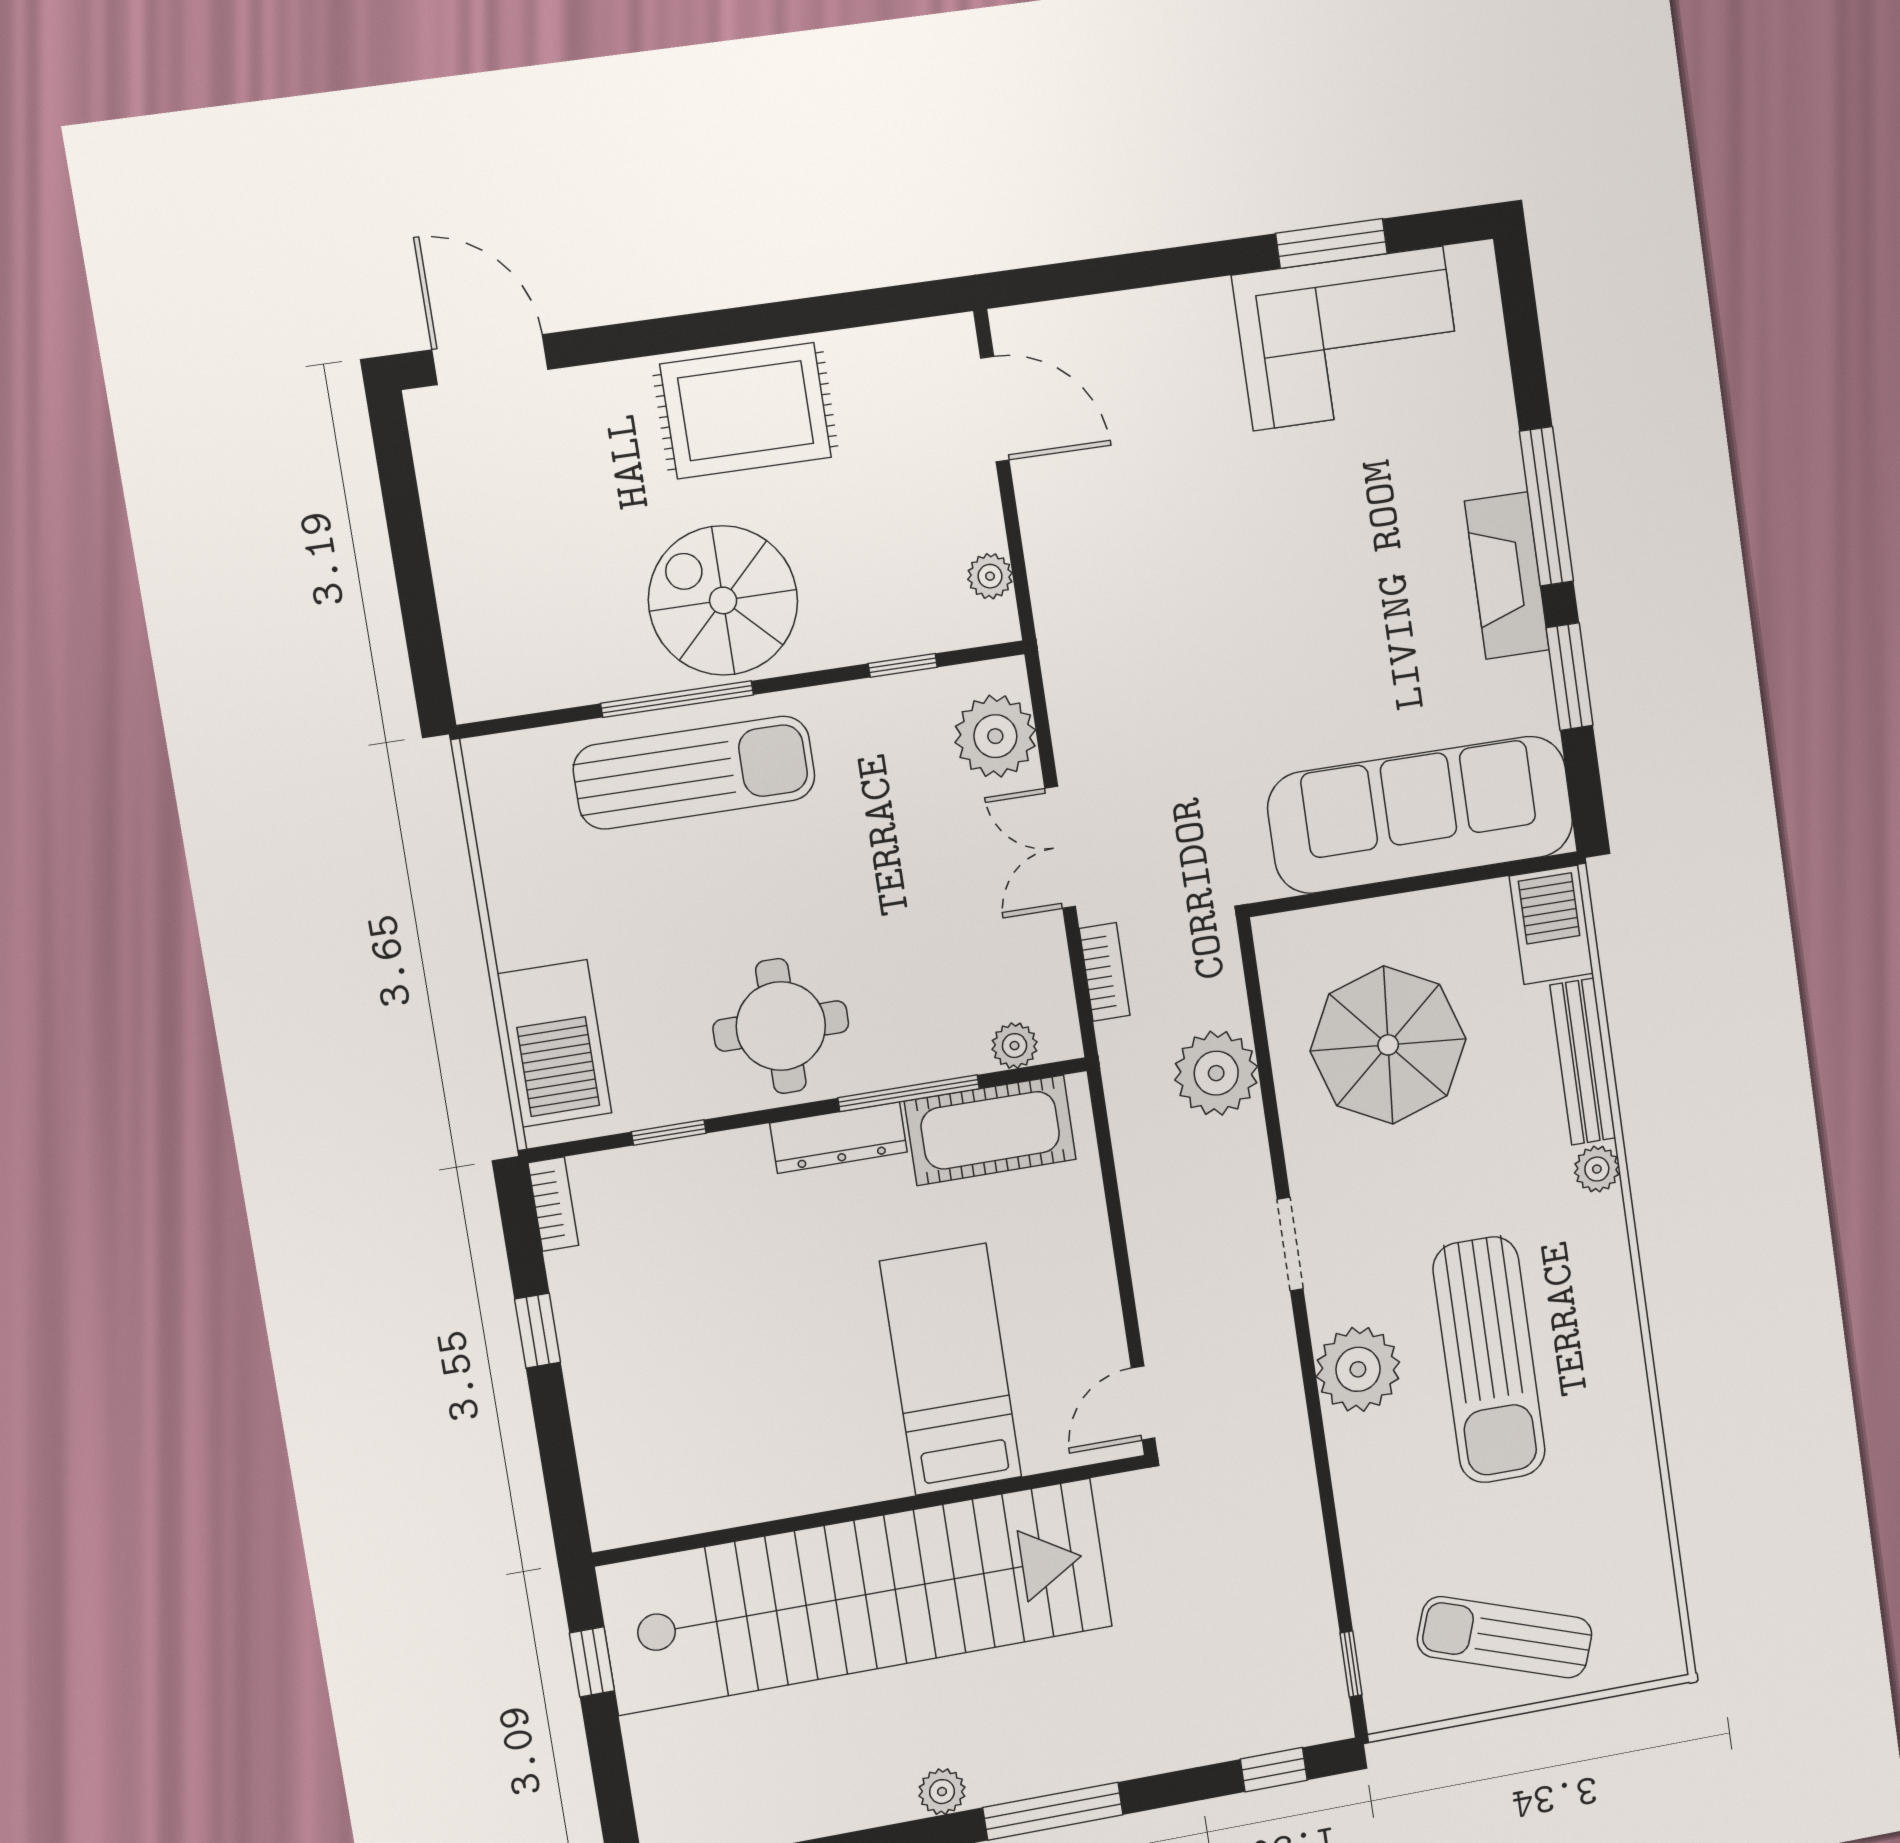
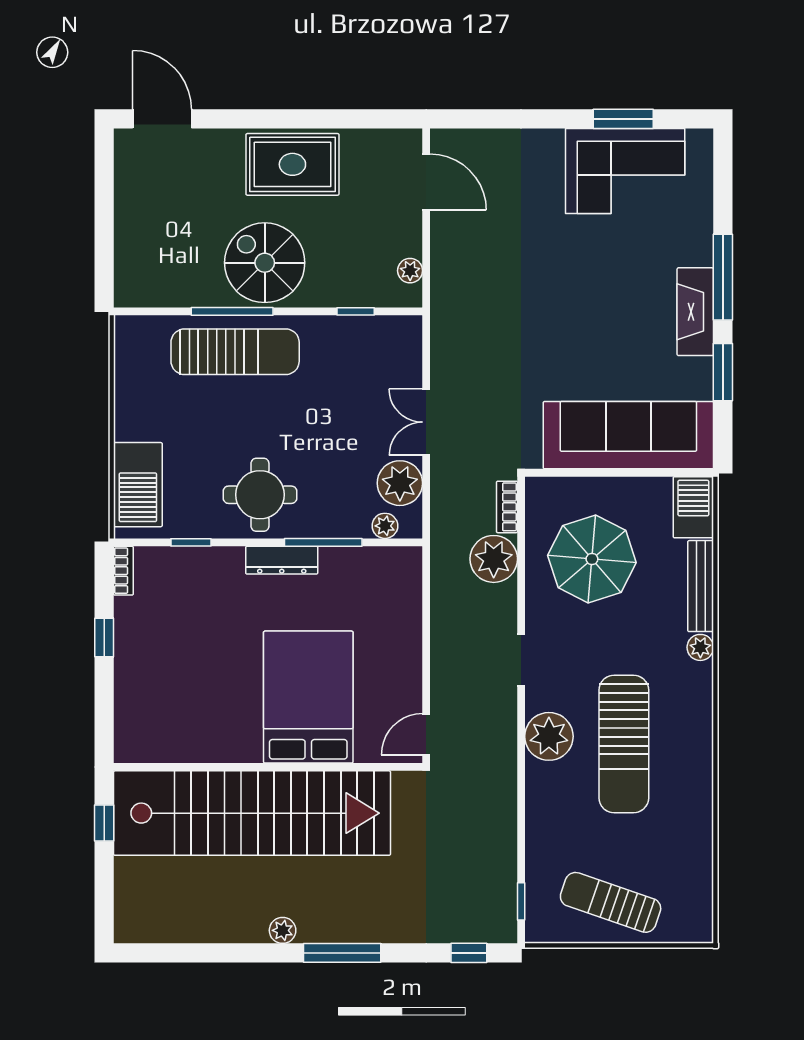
plant: (995, 736) -> (400, 483), moved
bookcase: (1105, 972) -> (507, 507), moved, turned 180
cot: (990, 1130) -> (365, 570), removed
bed: (951, 1369) -> (308, 697), width x1.50

